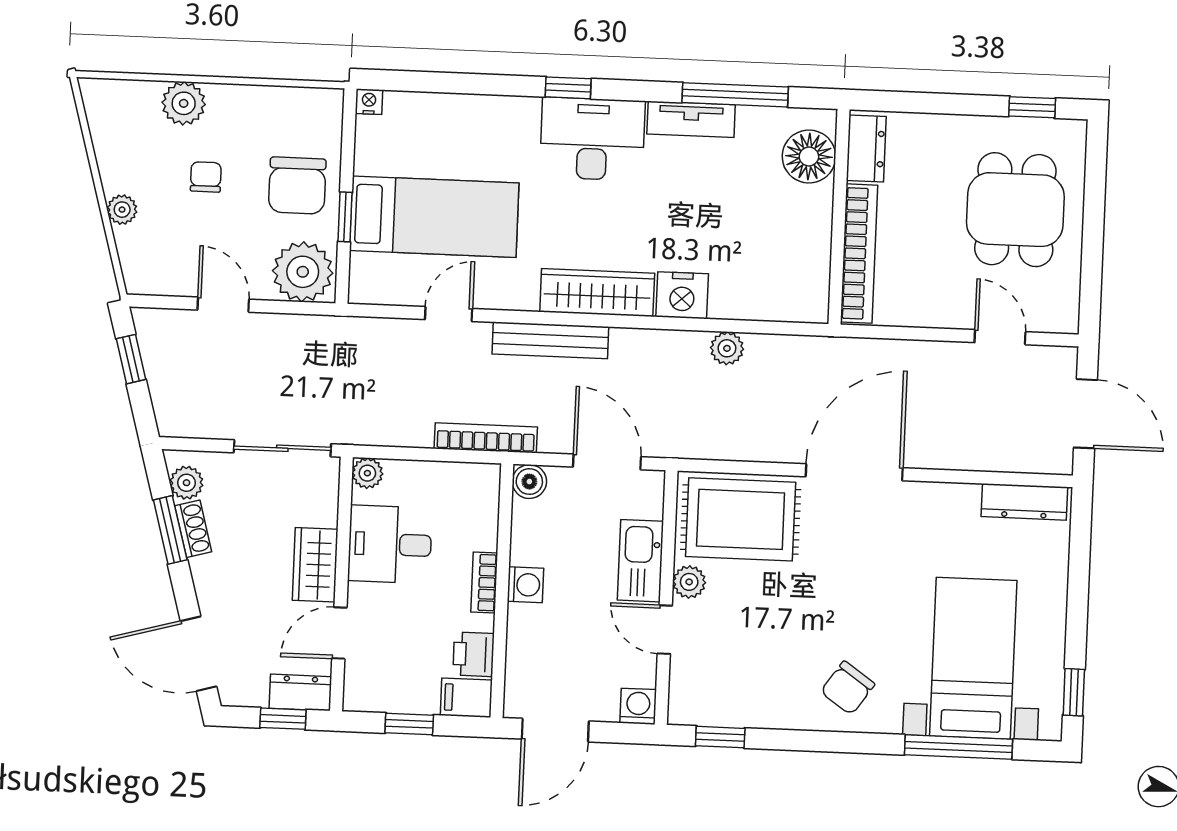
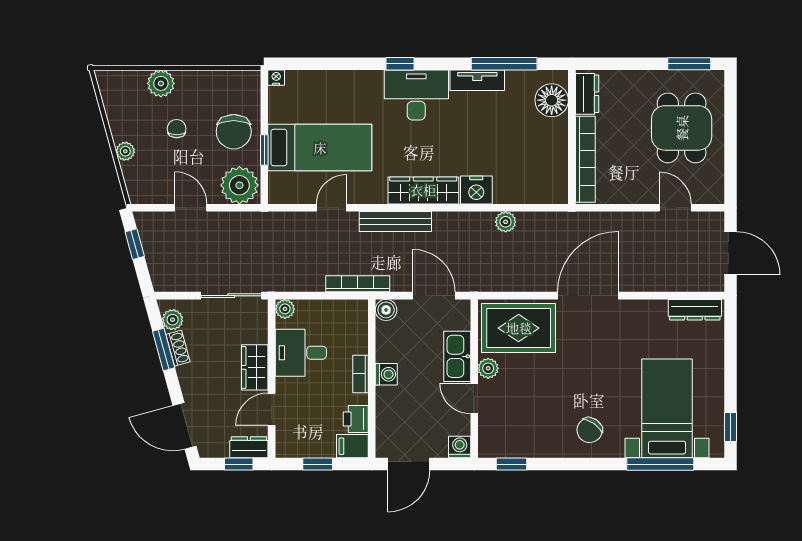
window: (1032, 107) -> (689, 64), width x1.50

